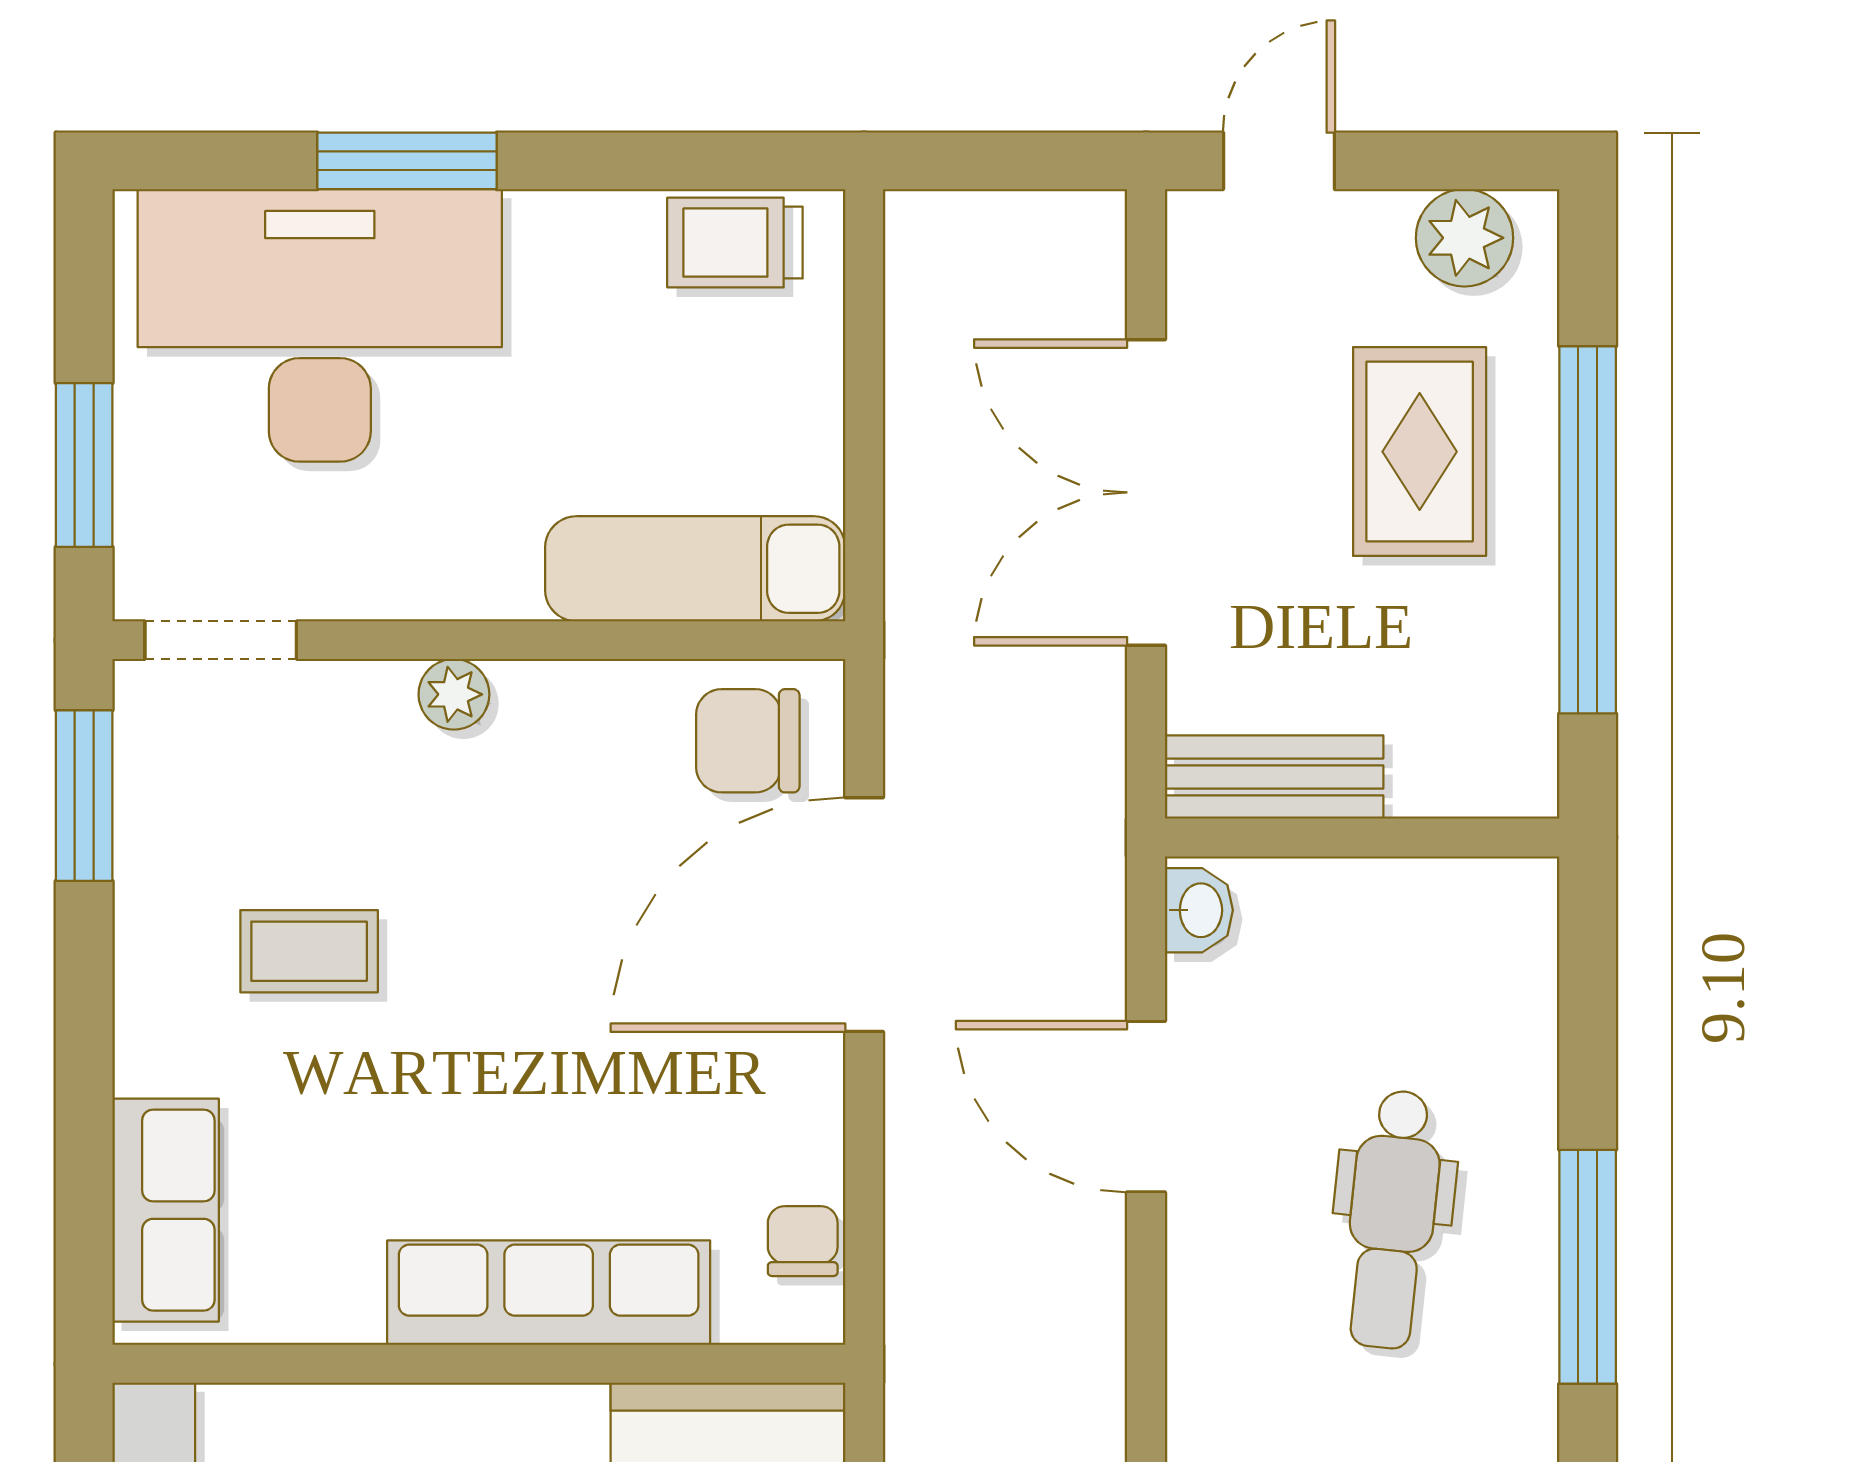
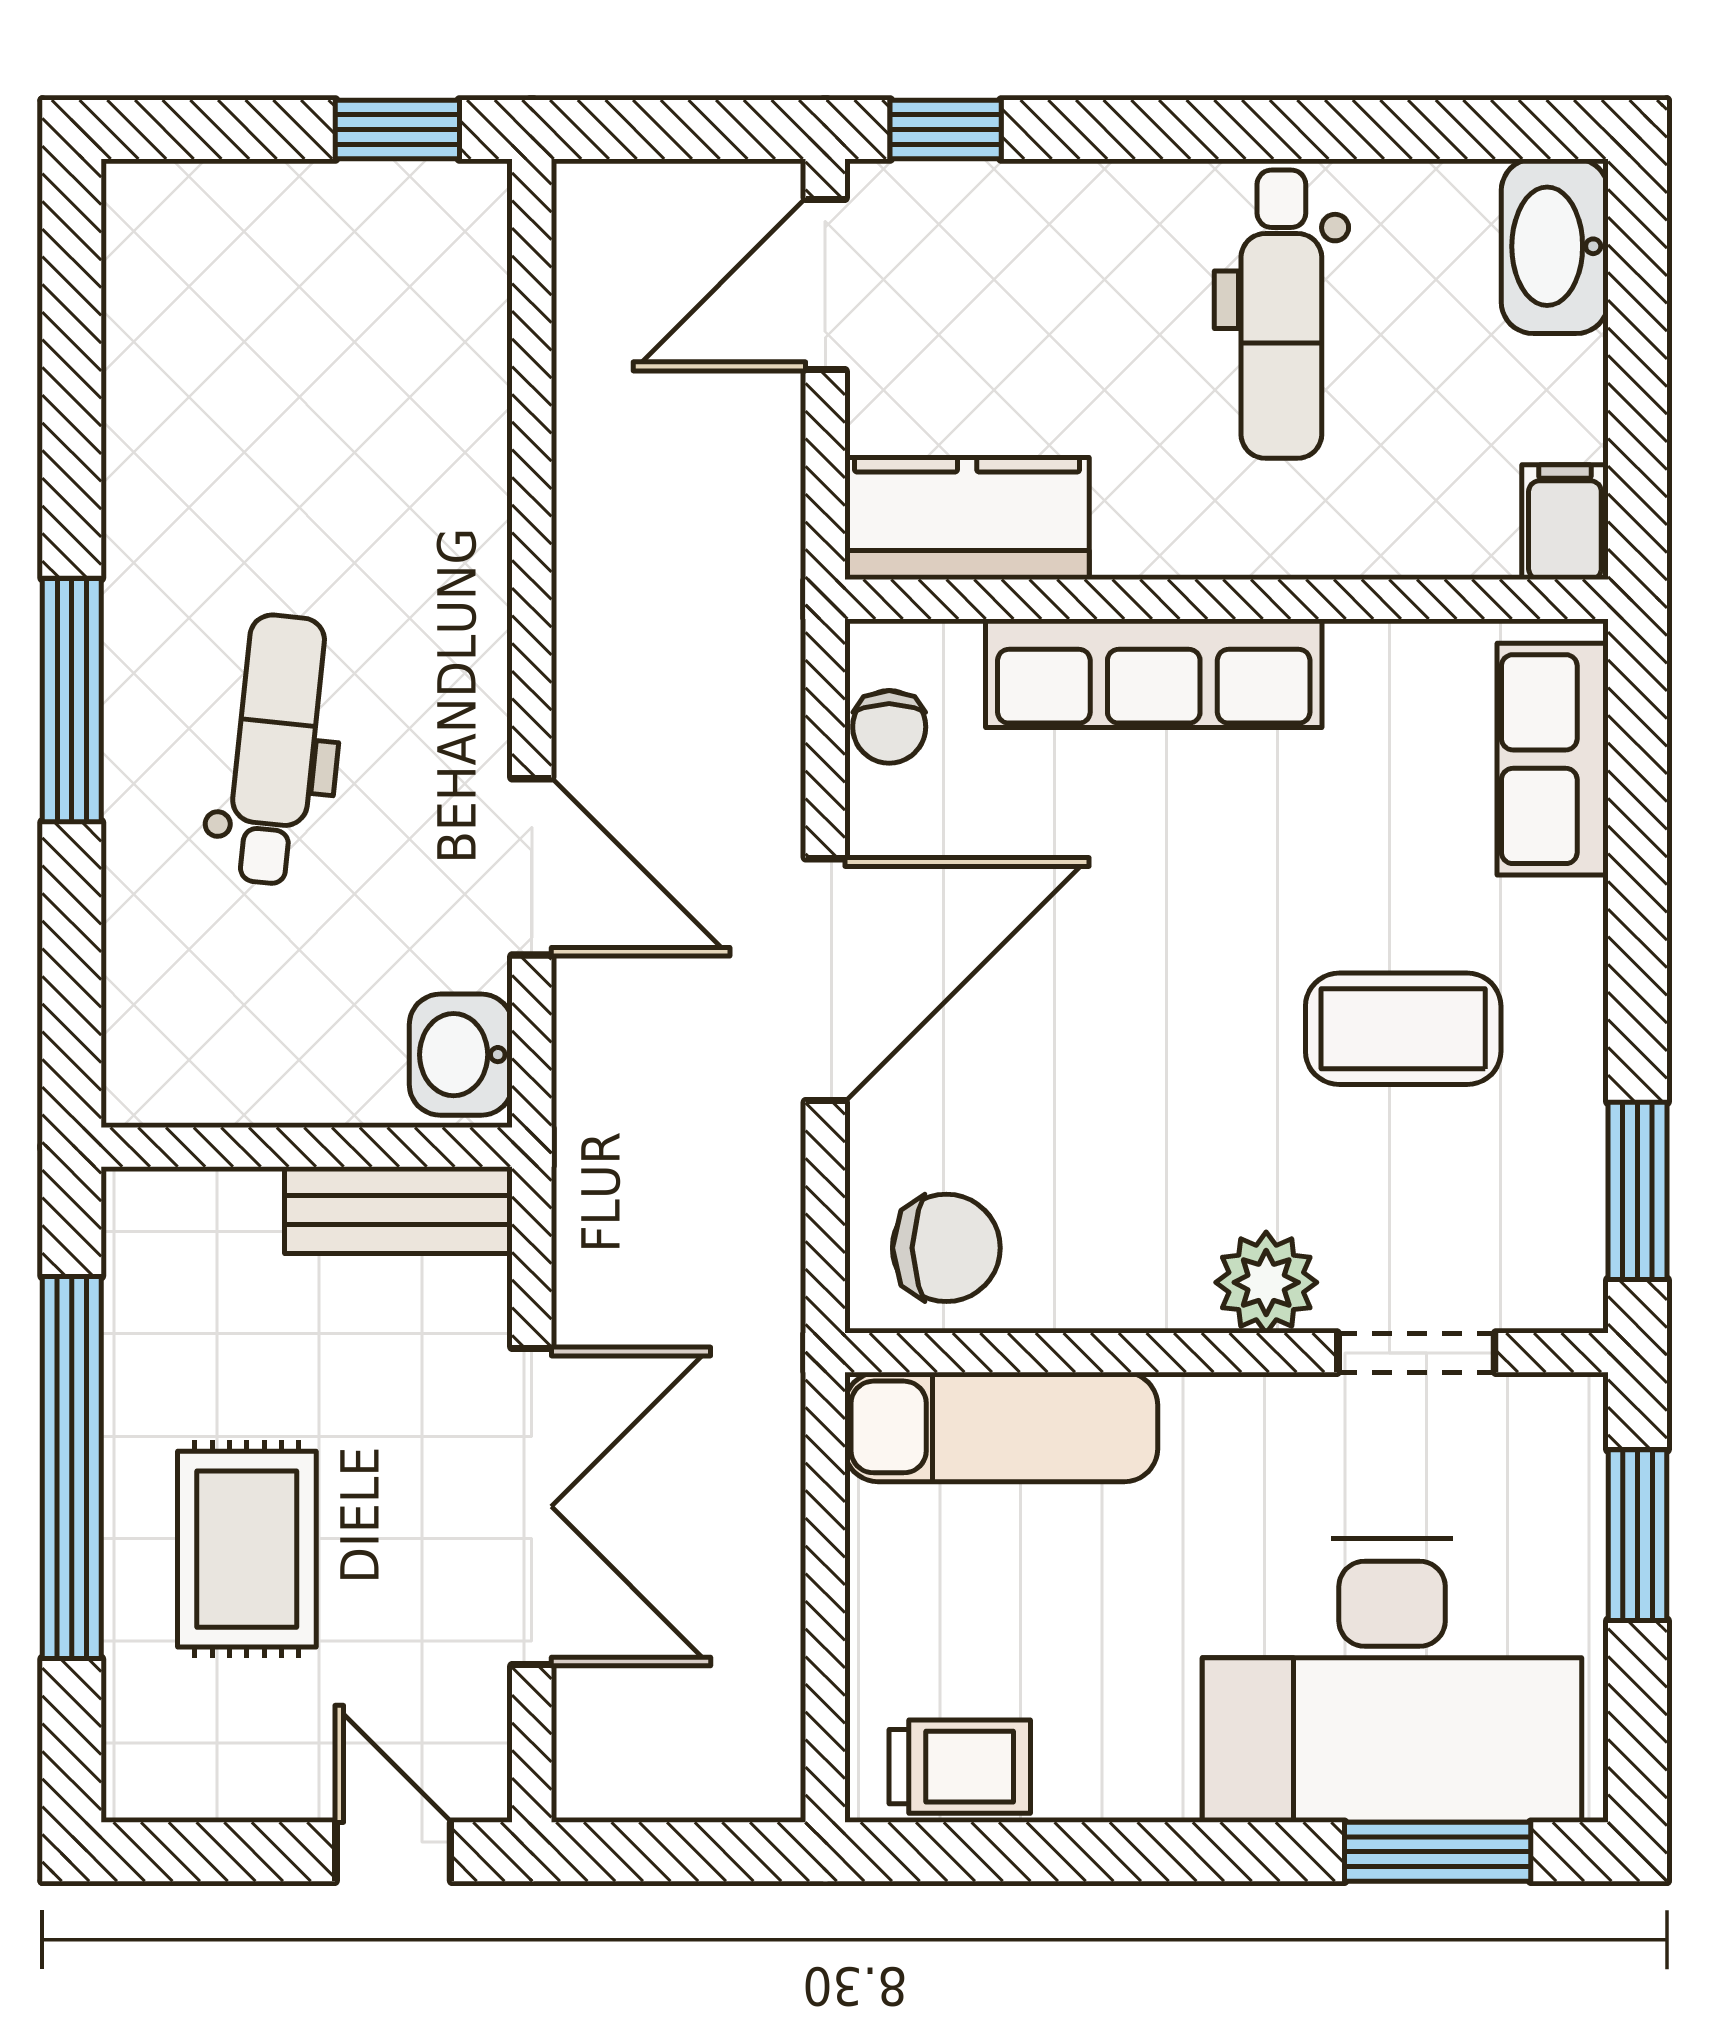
window: (407, 161) -> (1438, 1852), moved
door: (1279, 161) -> (393, 1852), swing flipped
plant: (1464, 238) -> (200, 1772), removed
doorway: (221, 640) -> (1416, 1353), moved
plant: (454, 694) -> (1266, 1282), width x1.38, depth x1.38
washbasin: (1199, 910) -> (461, 1055), width x1.38, depth x1.45
door: (864, 915) -> (825, 980), moved
coffee table: (309, 951) -> (1403, 1029), width x1.36, depth x1.30

